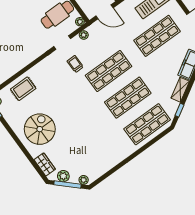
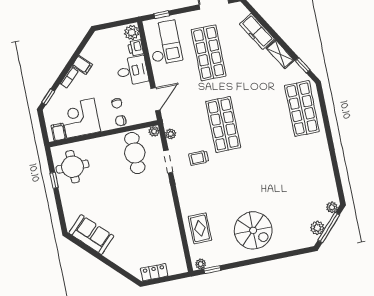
shop shelf: (128, 98) -> (263, 116), removed
spiral stairs: (40, 129) -> (253, 230), turned 180
wardrobe: (45, 164) -> (295, 243), removed

